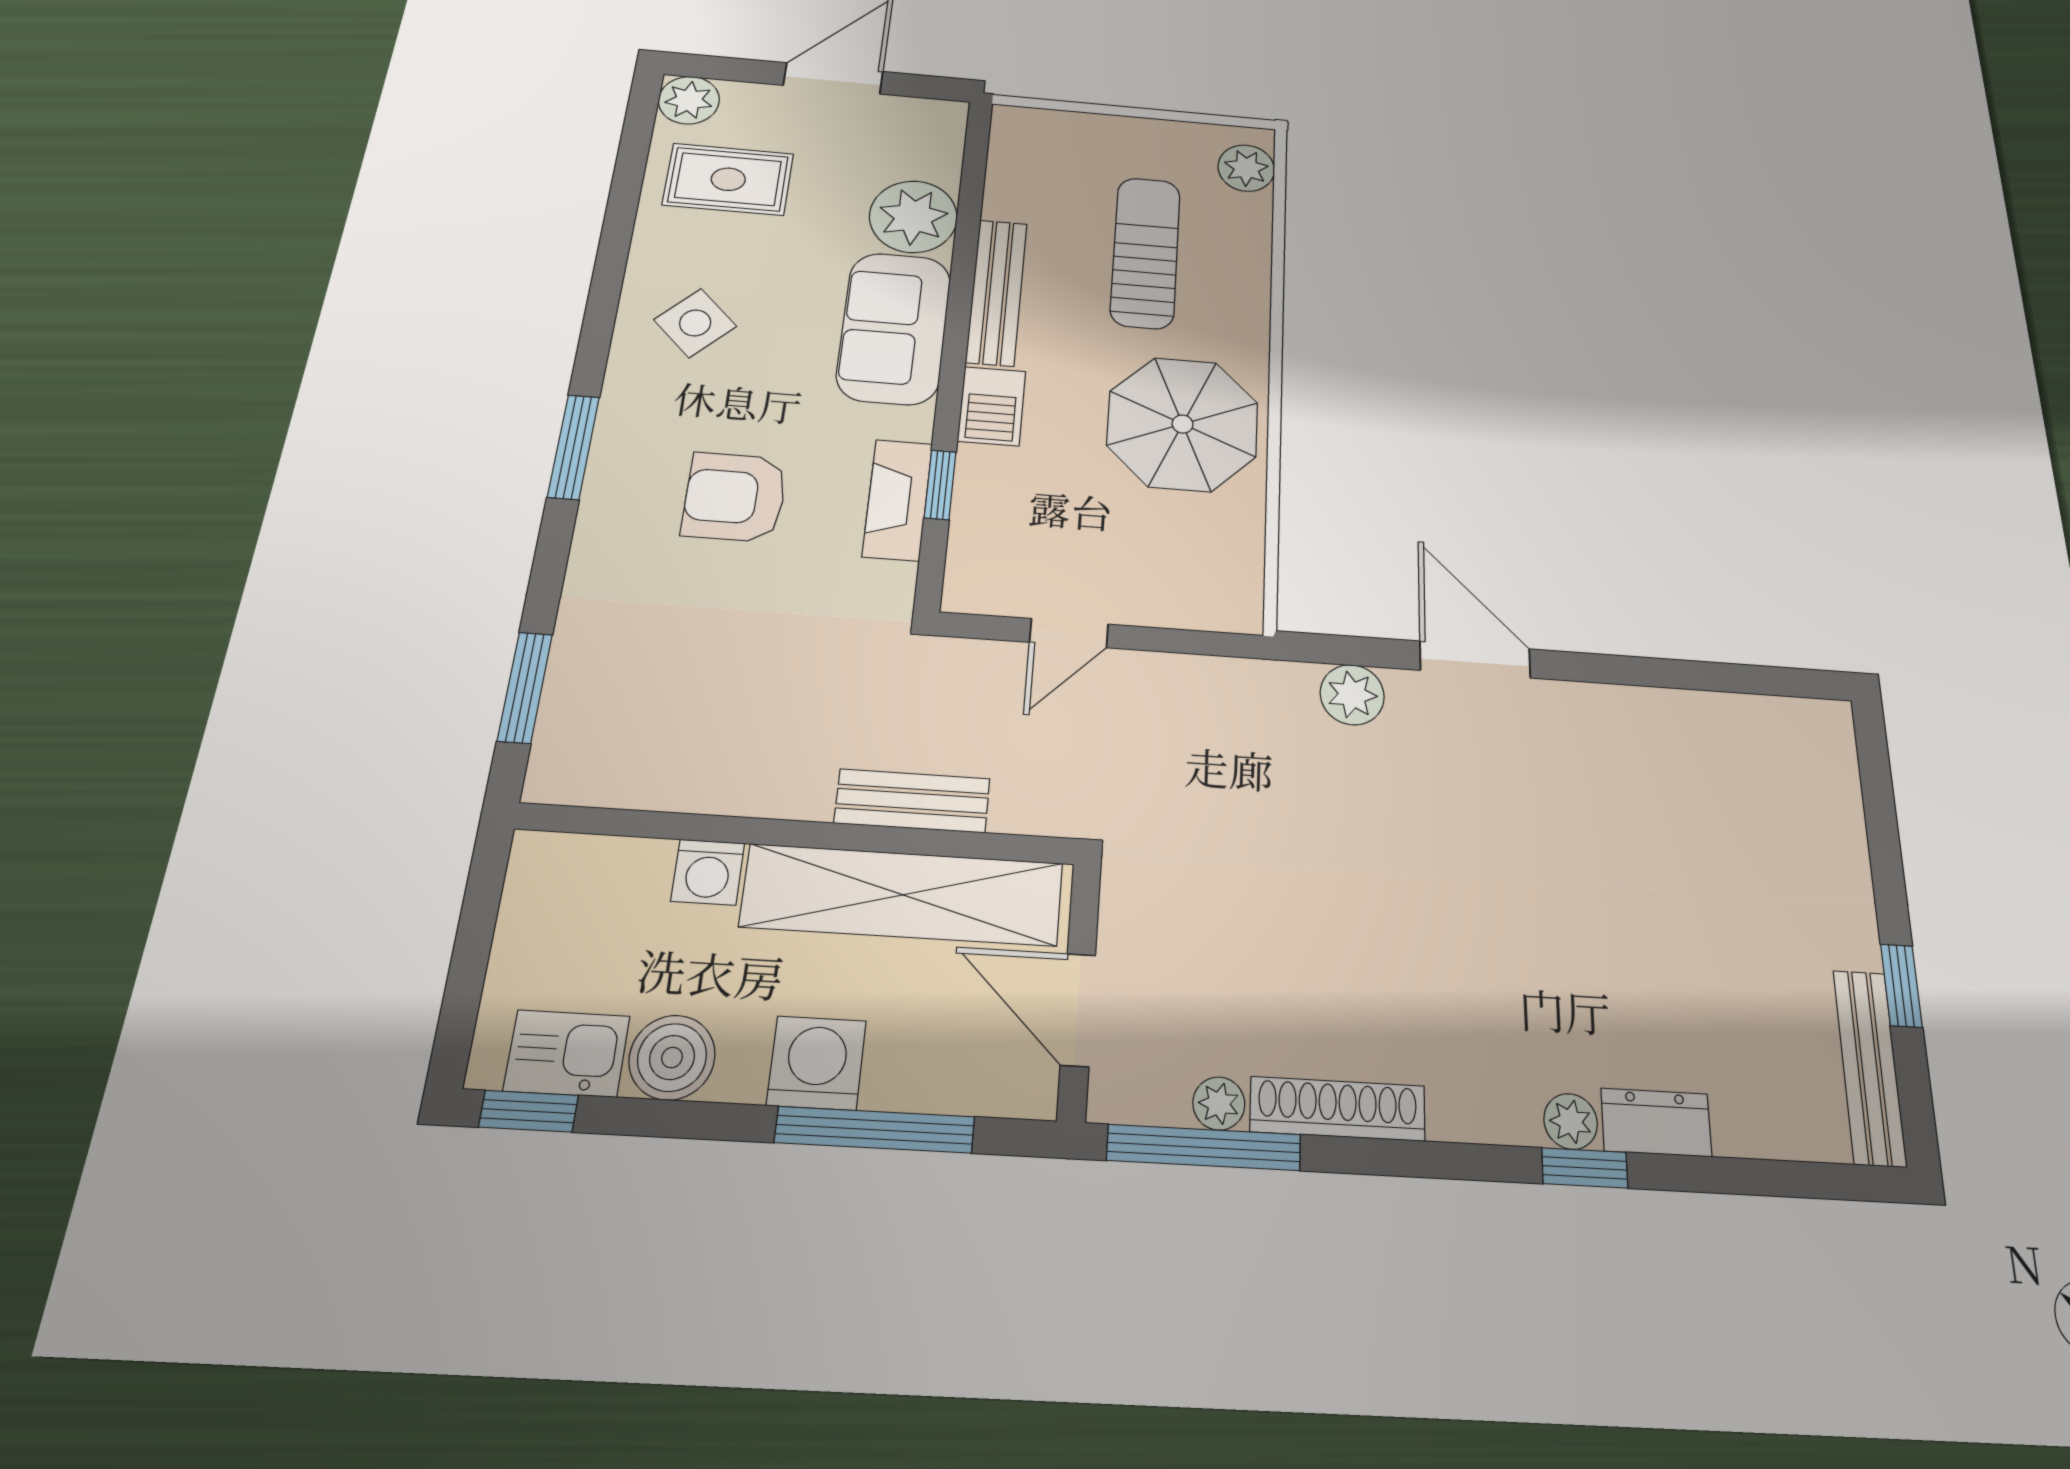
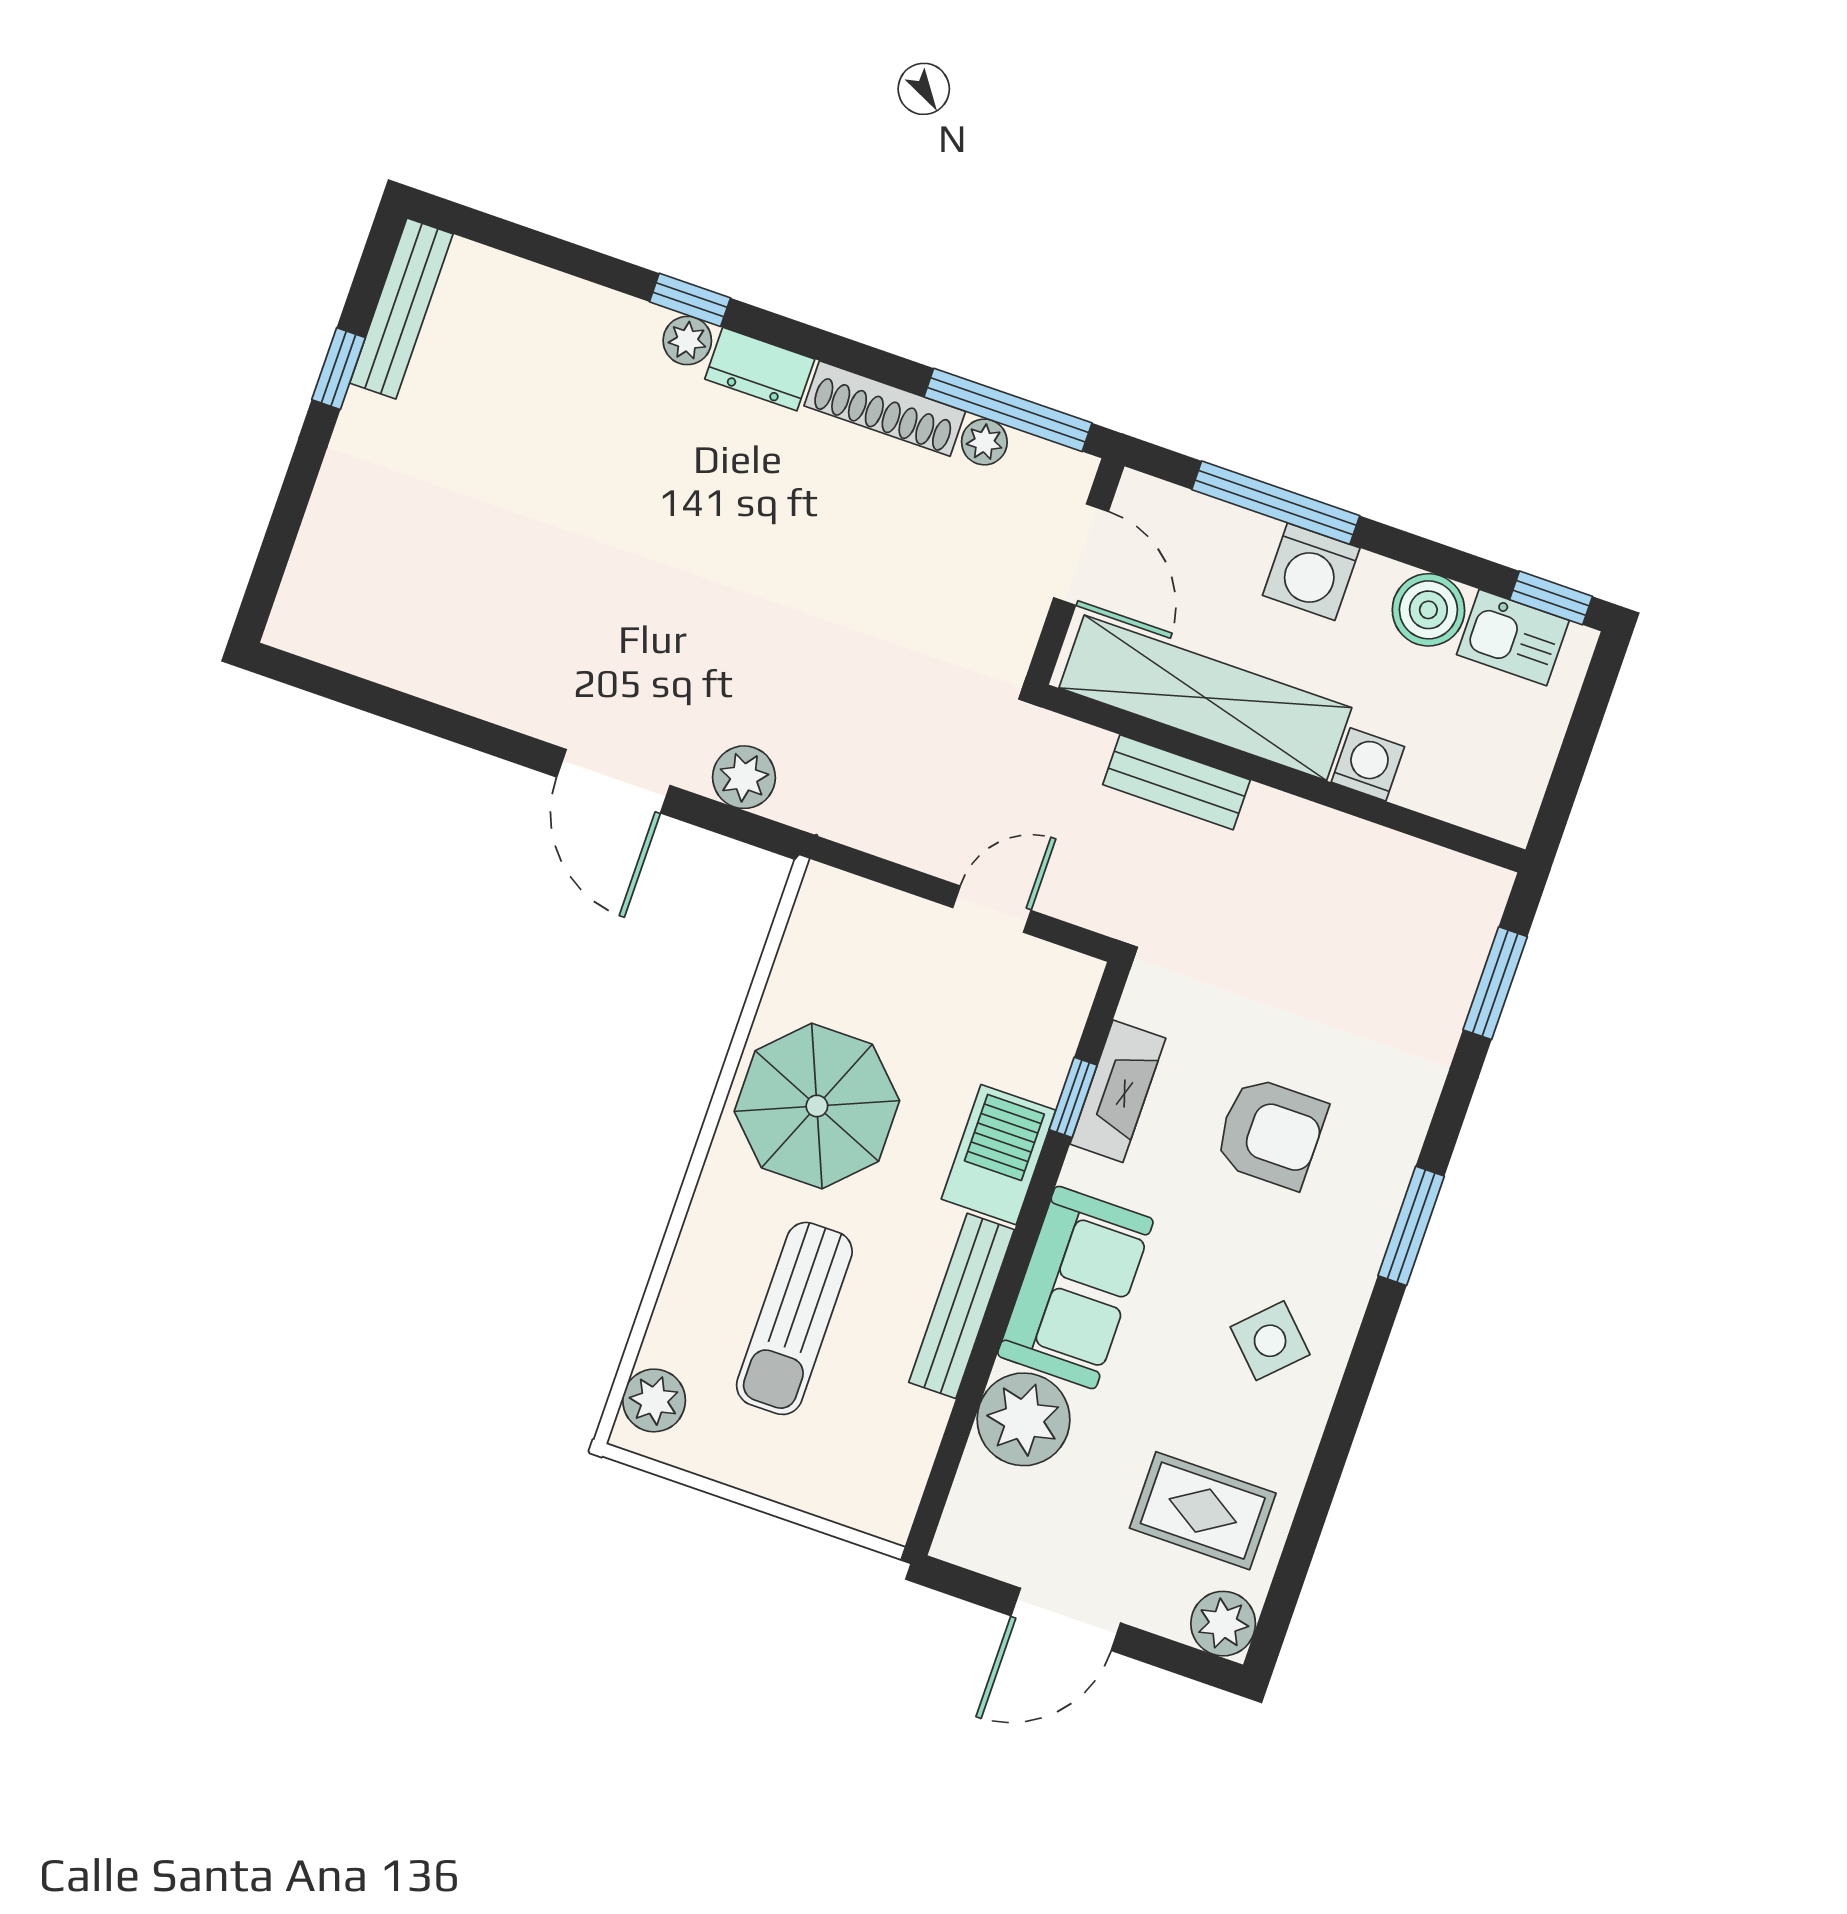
barbecue: (992, 406) -> (998, 1155), width x1.38, depth x1.27
dresser: (1656, 1122) -> (760, 369), moved

